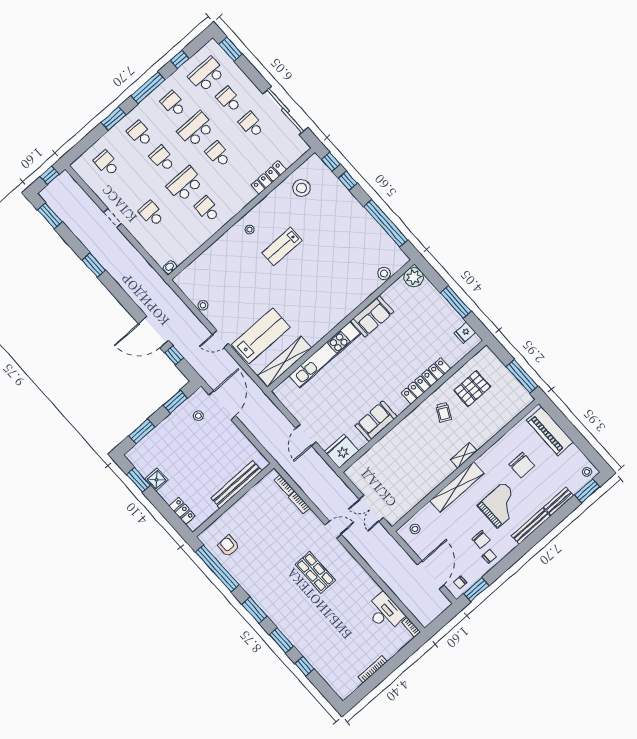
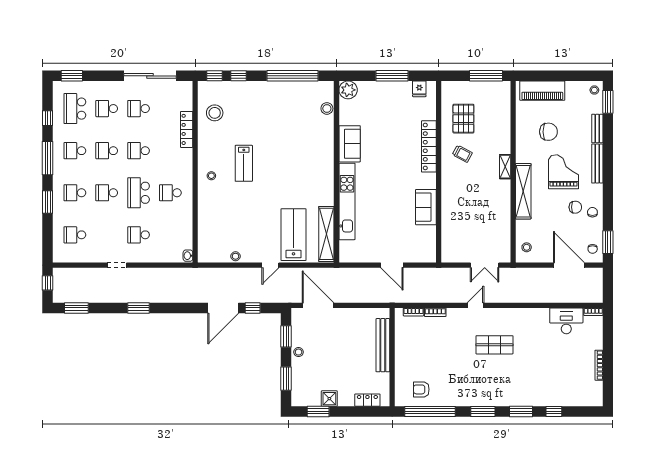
school desk: (196, 129) -> (107, 151), width x0.54
stool: (198, 416) -> (299, 352), moved
fridge: (342, 451) -> (426, 250), removed

